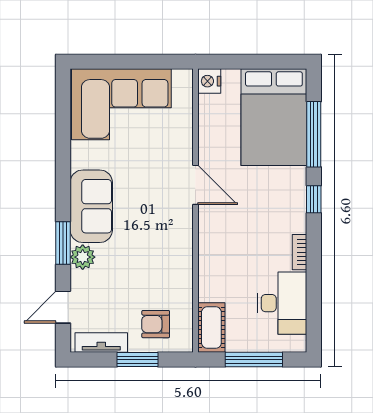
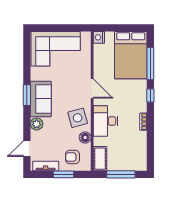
window: (63, 243) -> (27, 95), moved
side table: (166, 245) -> (78, 118), added
floor lamp: (181, 285) -> (85, 138), added
desk: (282, 303) -> (105, 121), moved, turned 180

